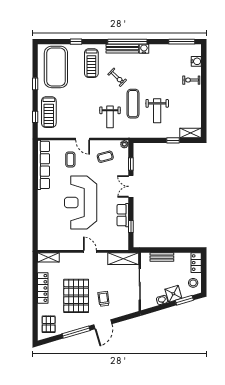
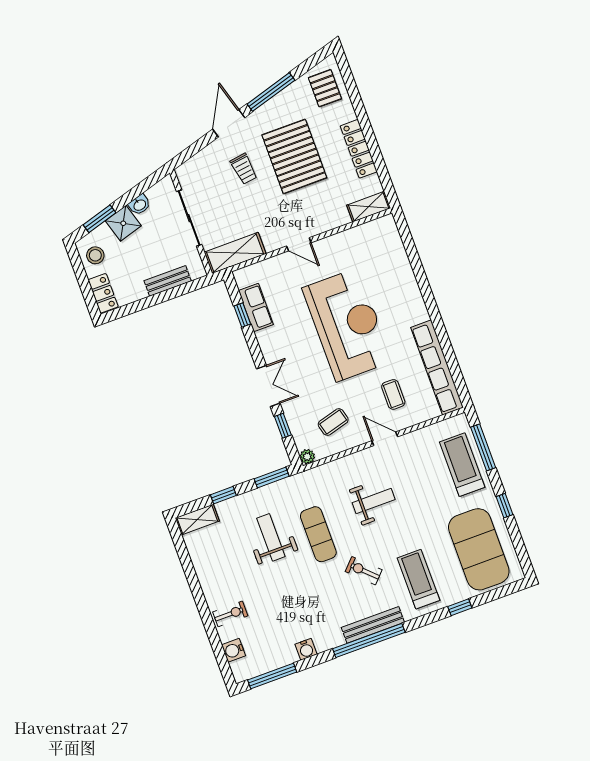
water cooler: (144, 49) -> (306, 649), moved
window: (35, 117) -> (483, 447), width x2.17
weight bench: (110, 117) -> (374, 501), moved, turned 90
window: (146, 140) -> (272, 478), added
row of seats: (123, 215) -> (256, 308), moved

